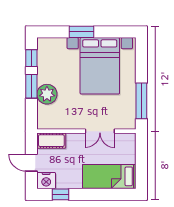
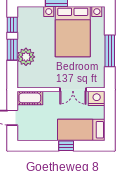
window: (141, 101) -> (110, 51), moved
nightstand: (46, 181) -> (97, 98), moved, turned 180
window: (60, 194) -> (66, 146), moved

